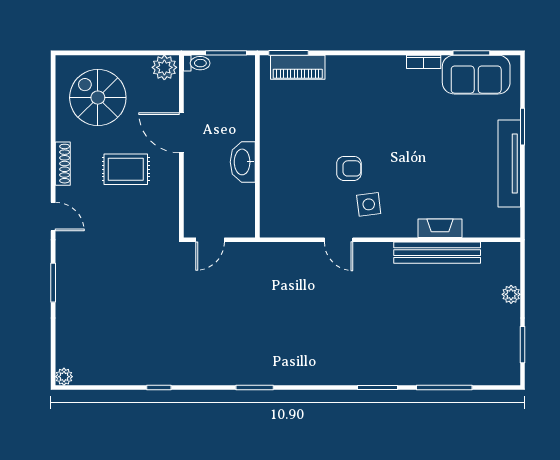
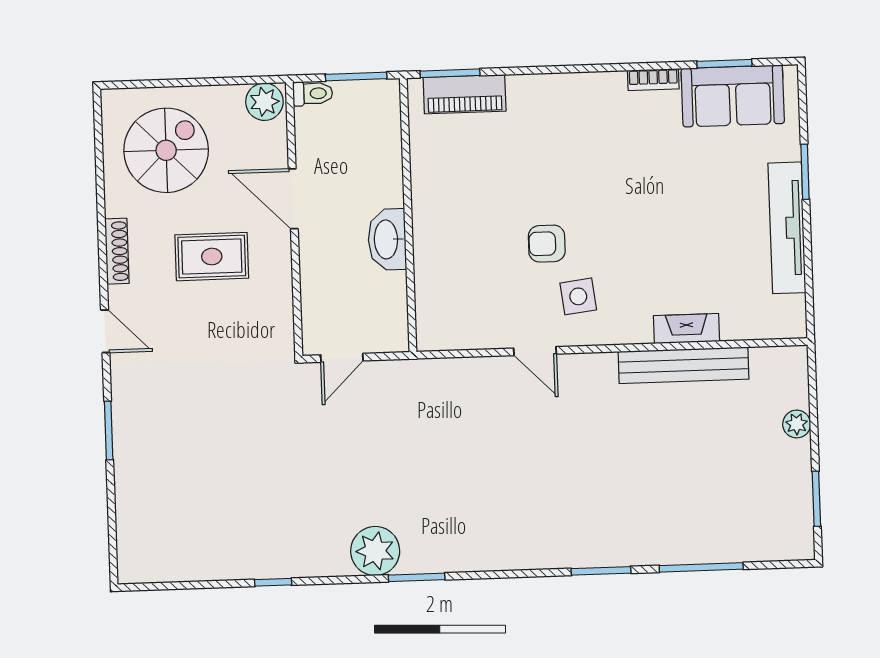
spiral stairs: (98, 98) -> (166, 150), turned 90
armchair: (349, 168) -> (547, 244), turned 180
plant: (64, 377) -> (375, 551), moved, width x1.87, depth x1.87

